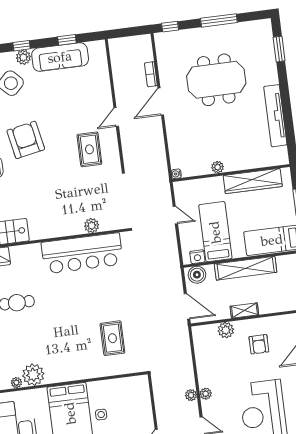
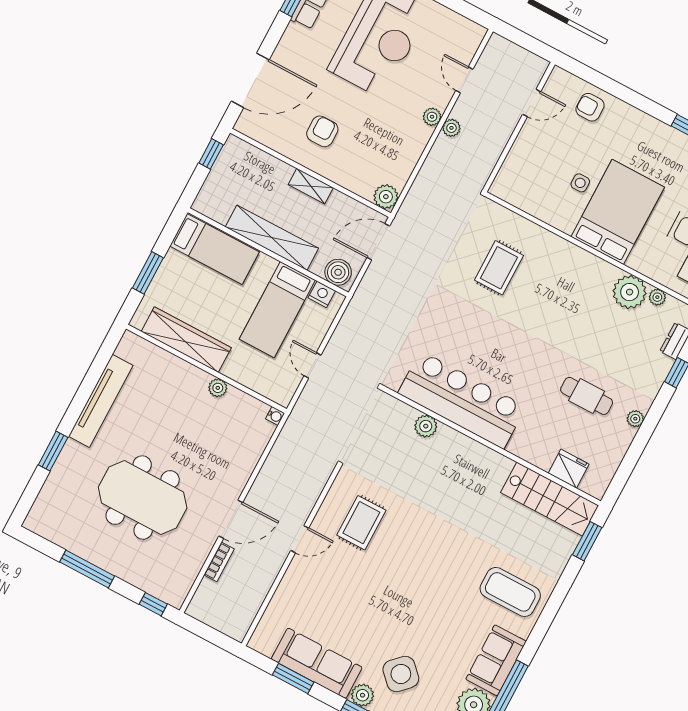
window: (67, 40) -> (293, 679), width x1.50
window: (279, 49) -> (53, 451), moved
armchair: (26, 140) -> (432, 590), removed
door: (187, 306) -> (378, 242), hinge flipped
plant: (226, 330) -> (386, 197), moved

